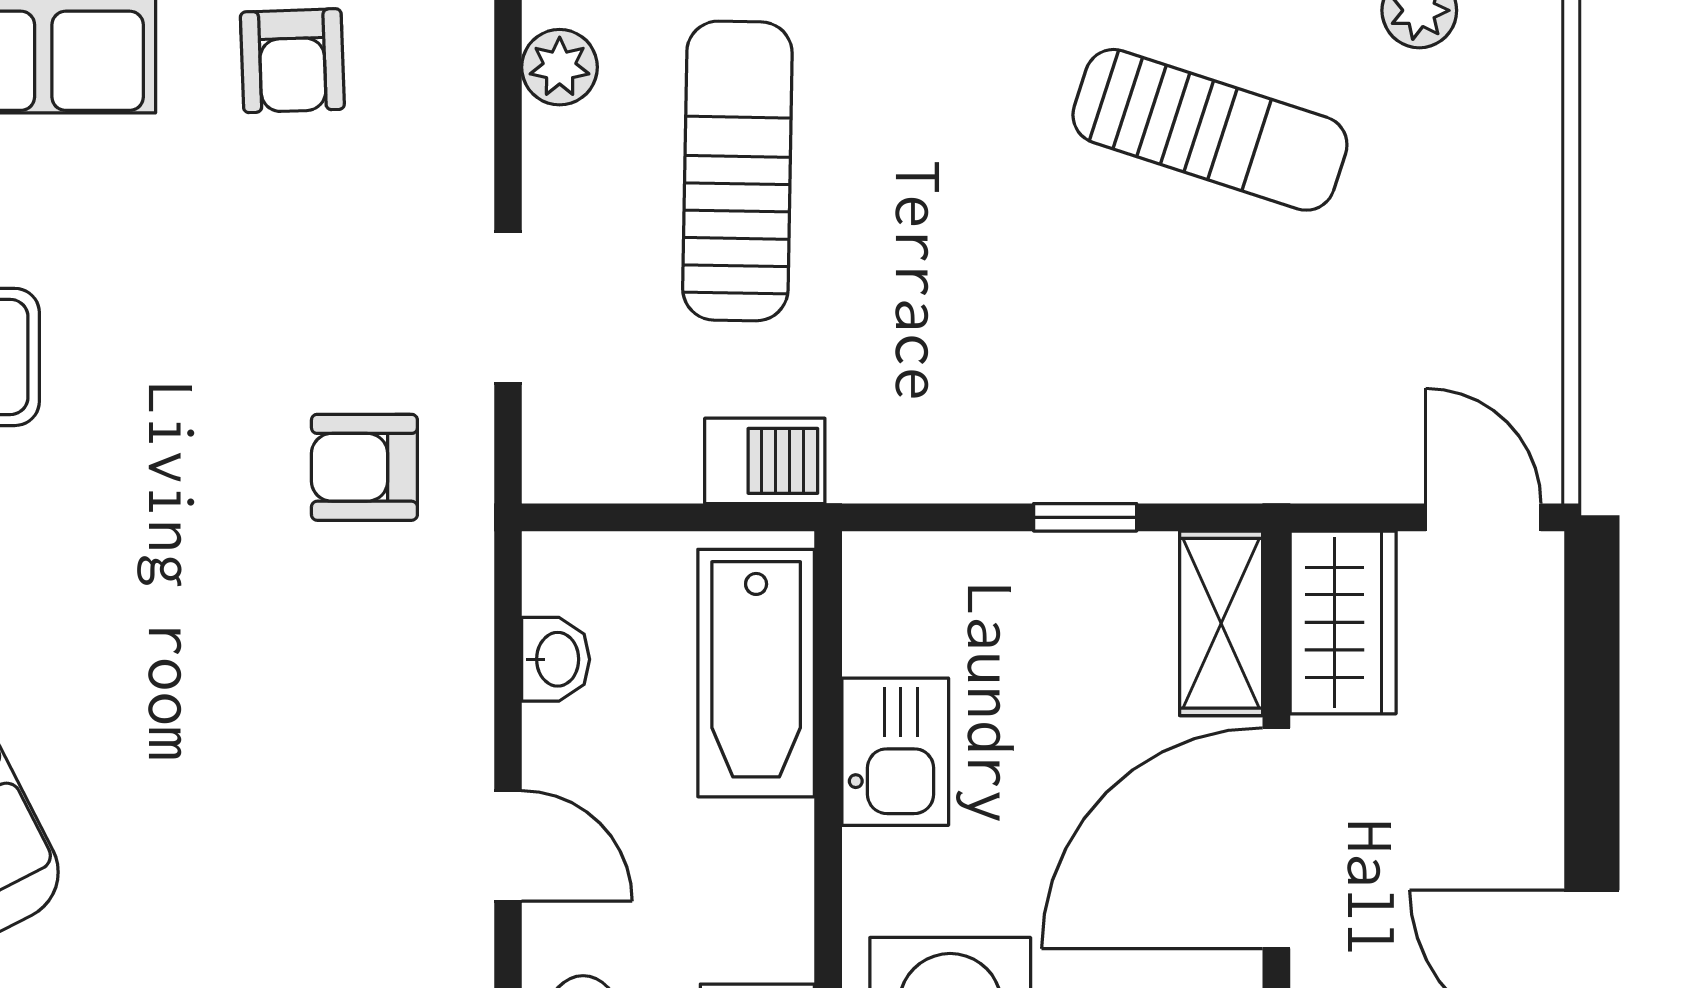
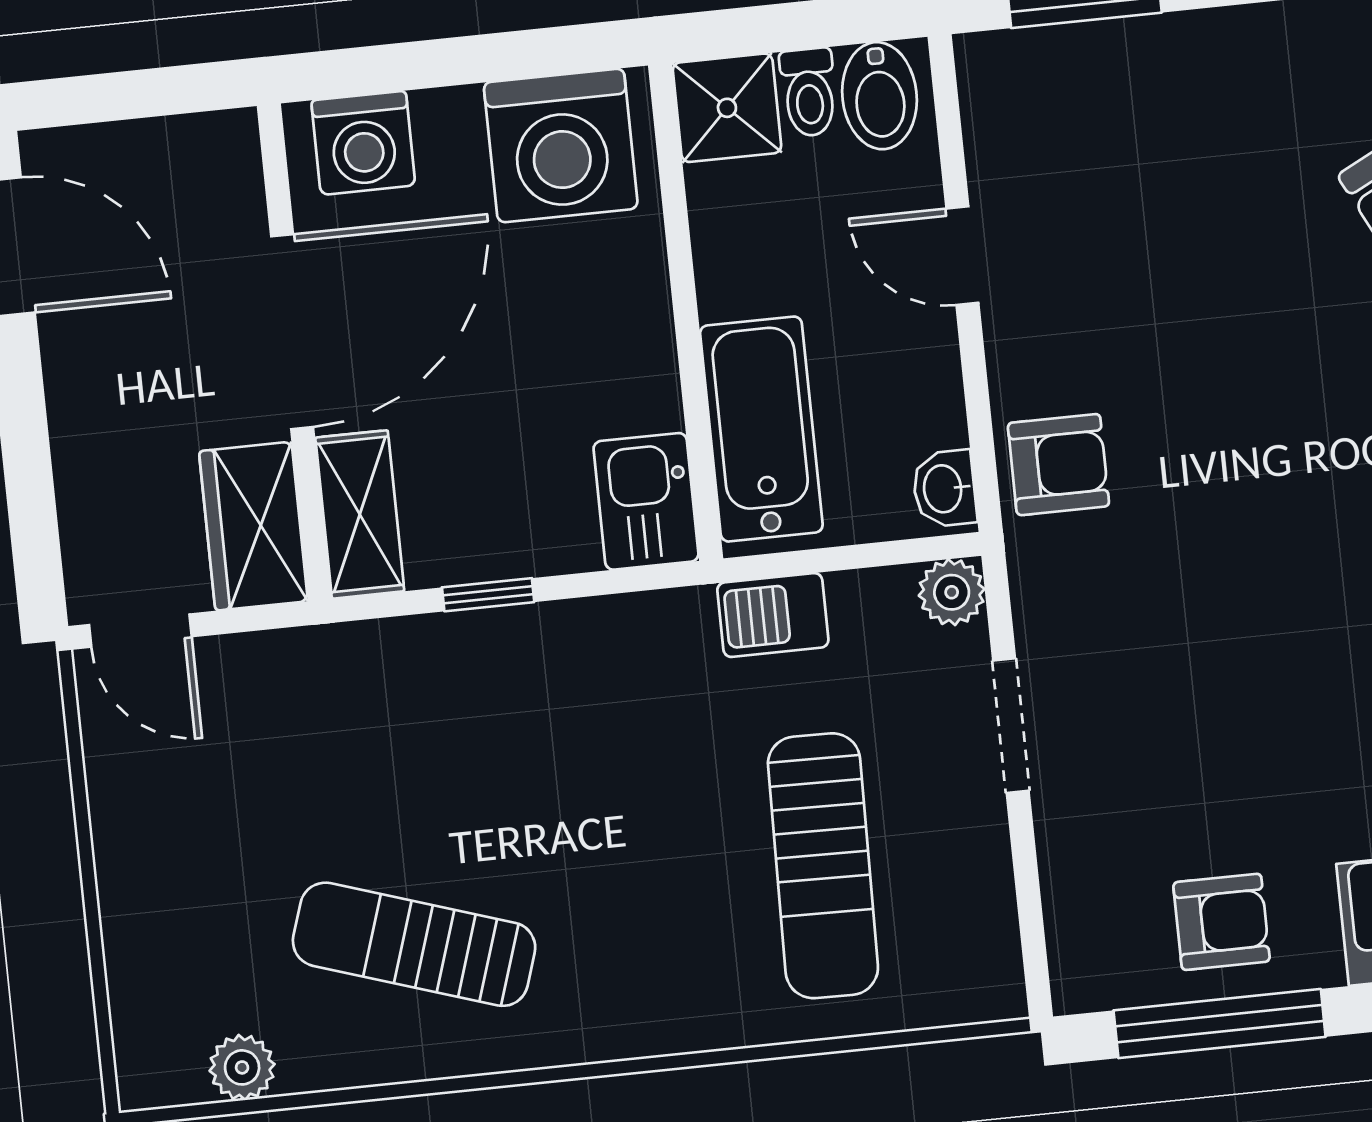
armchair: (292, 61) -> (1221, 922), turned 92
plant: (560, 67) -> (952, 592), moved
armchair: (364, 467) -> (1058, 465), moved
washbasin: (556, 659) -> (944, 489), moved
kitchen sink: (895, 752) -> (646, 501), moved

